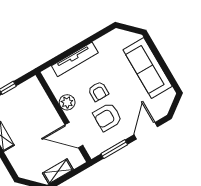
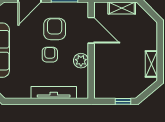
armchair: (107, 117) -> (55, 29), turned -90

